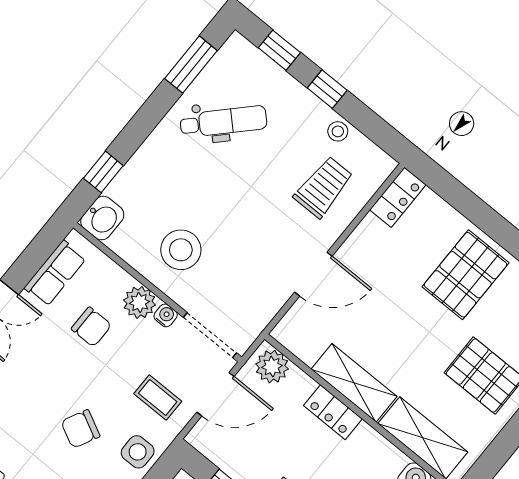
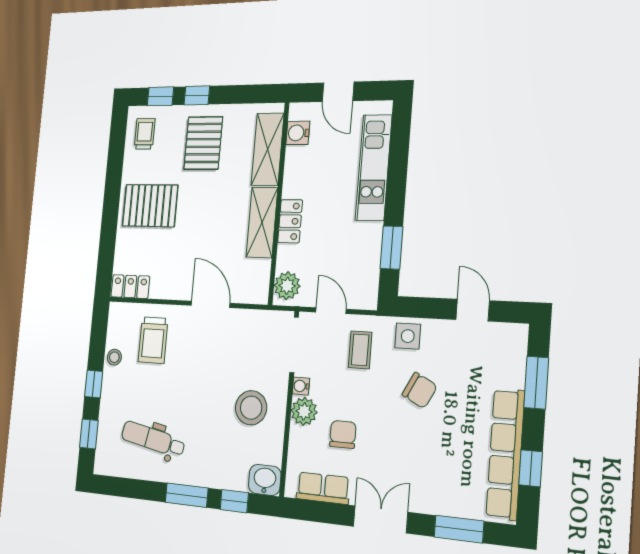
window: (191, 65) -> (187, 495), moved
dental chair: (223, 122) -> (153, 439), turned -33
trolley: (323, 187) -> (153, 340), turned -90
door: (215, 394) -> (331, 311), width x0.73

